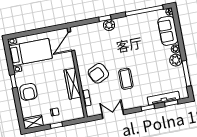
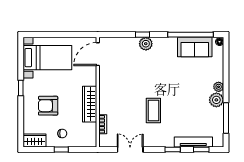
sofa: (168, 31) -> (195, 47), moved, turned -90
armchair: (98, 73) -> (122, 98), removed
armchair: (28, 92) -> (48, 106), moved, turned 90

